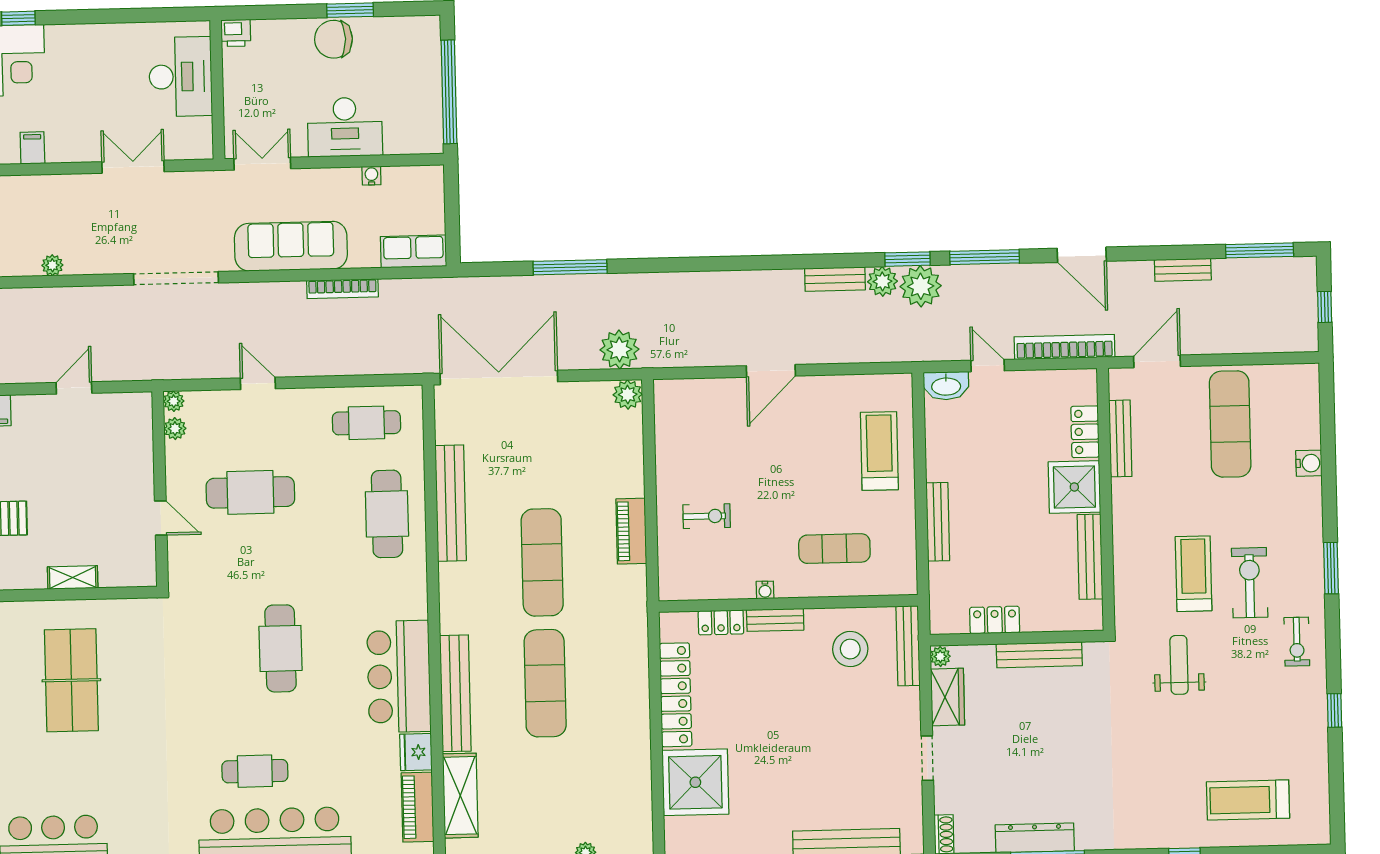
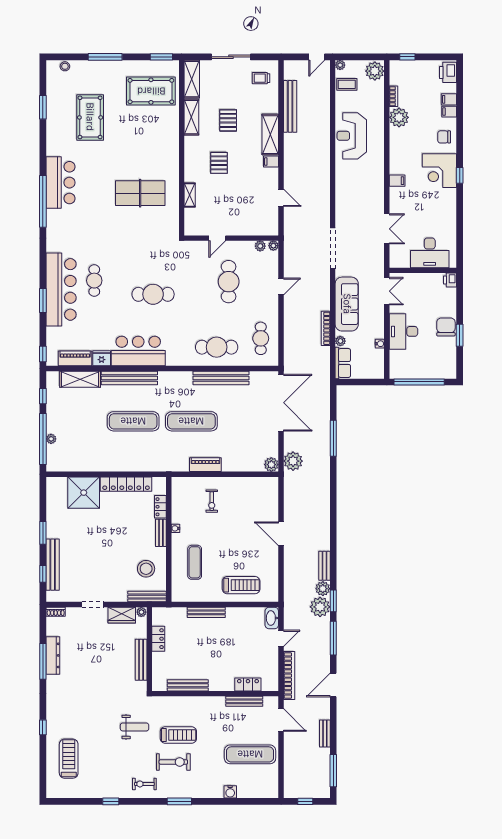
plant: (52, 265) -> (340, 341), moved
shower: (1074, 487) -> (221, 679), removed

